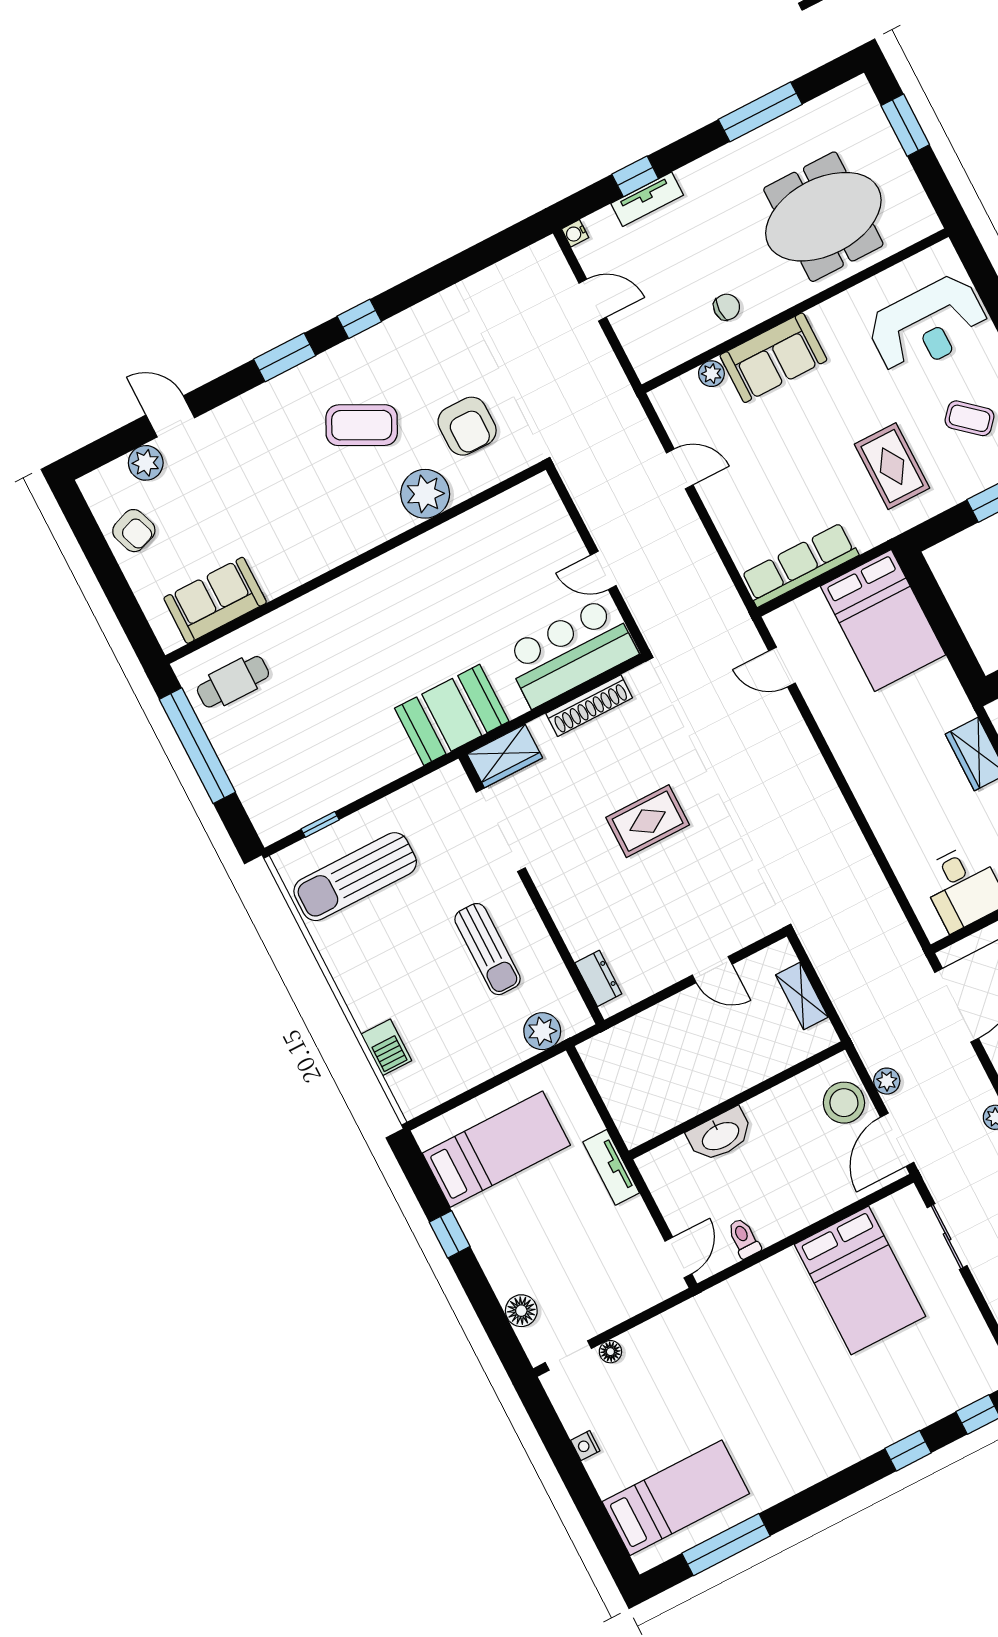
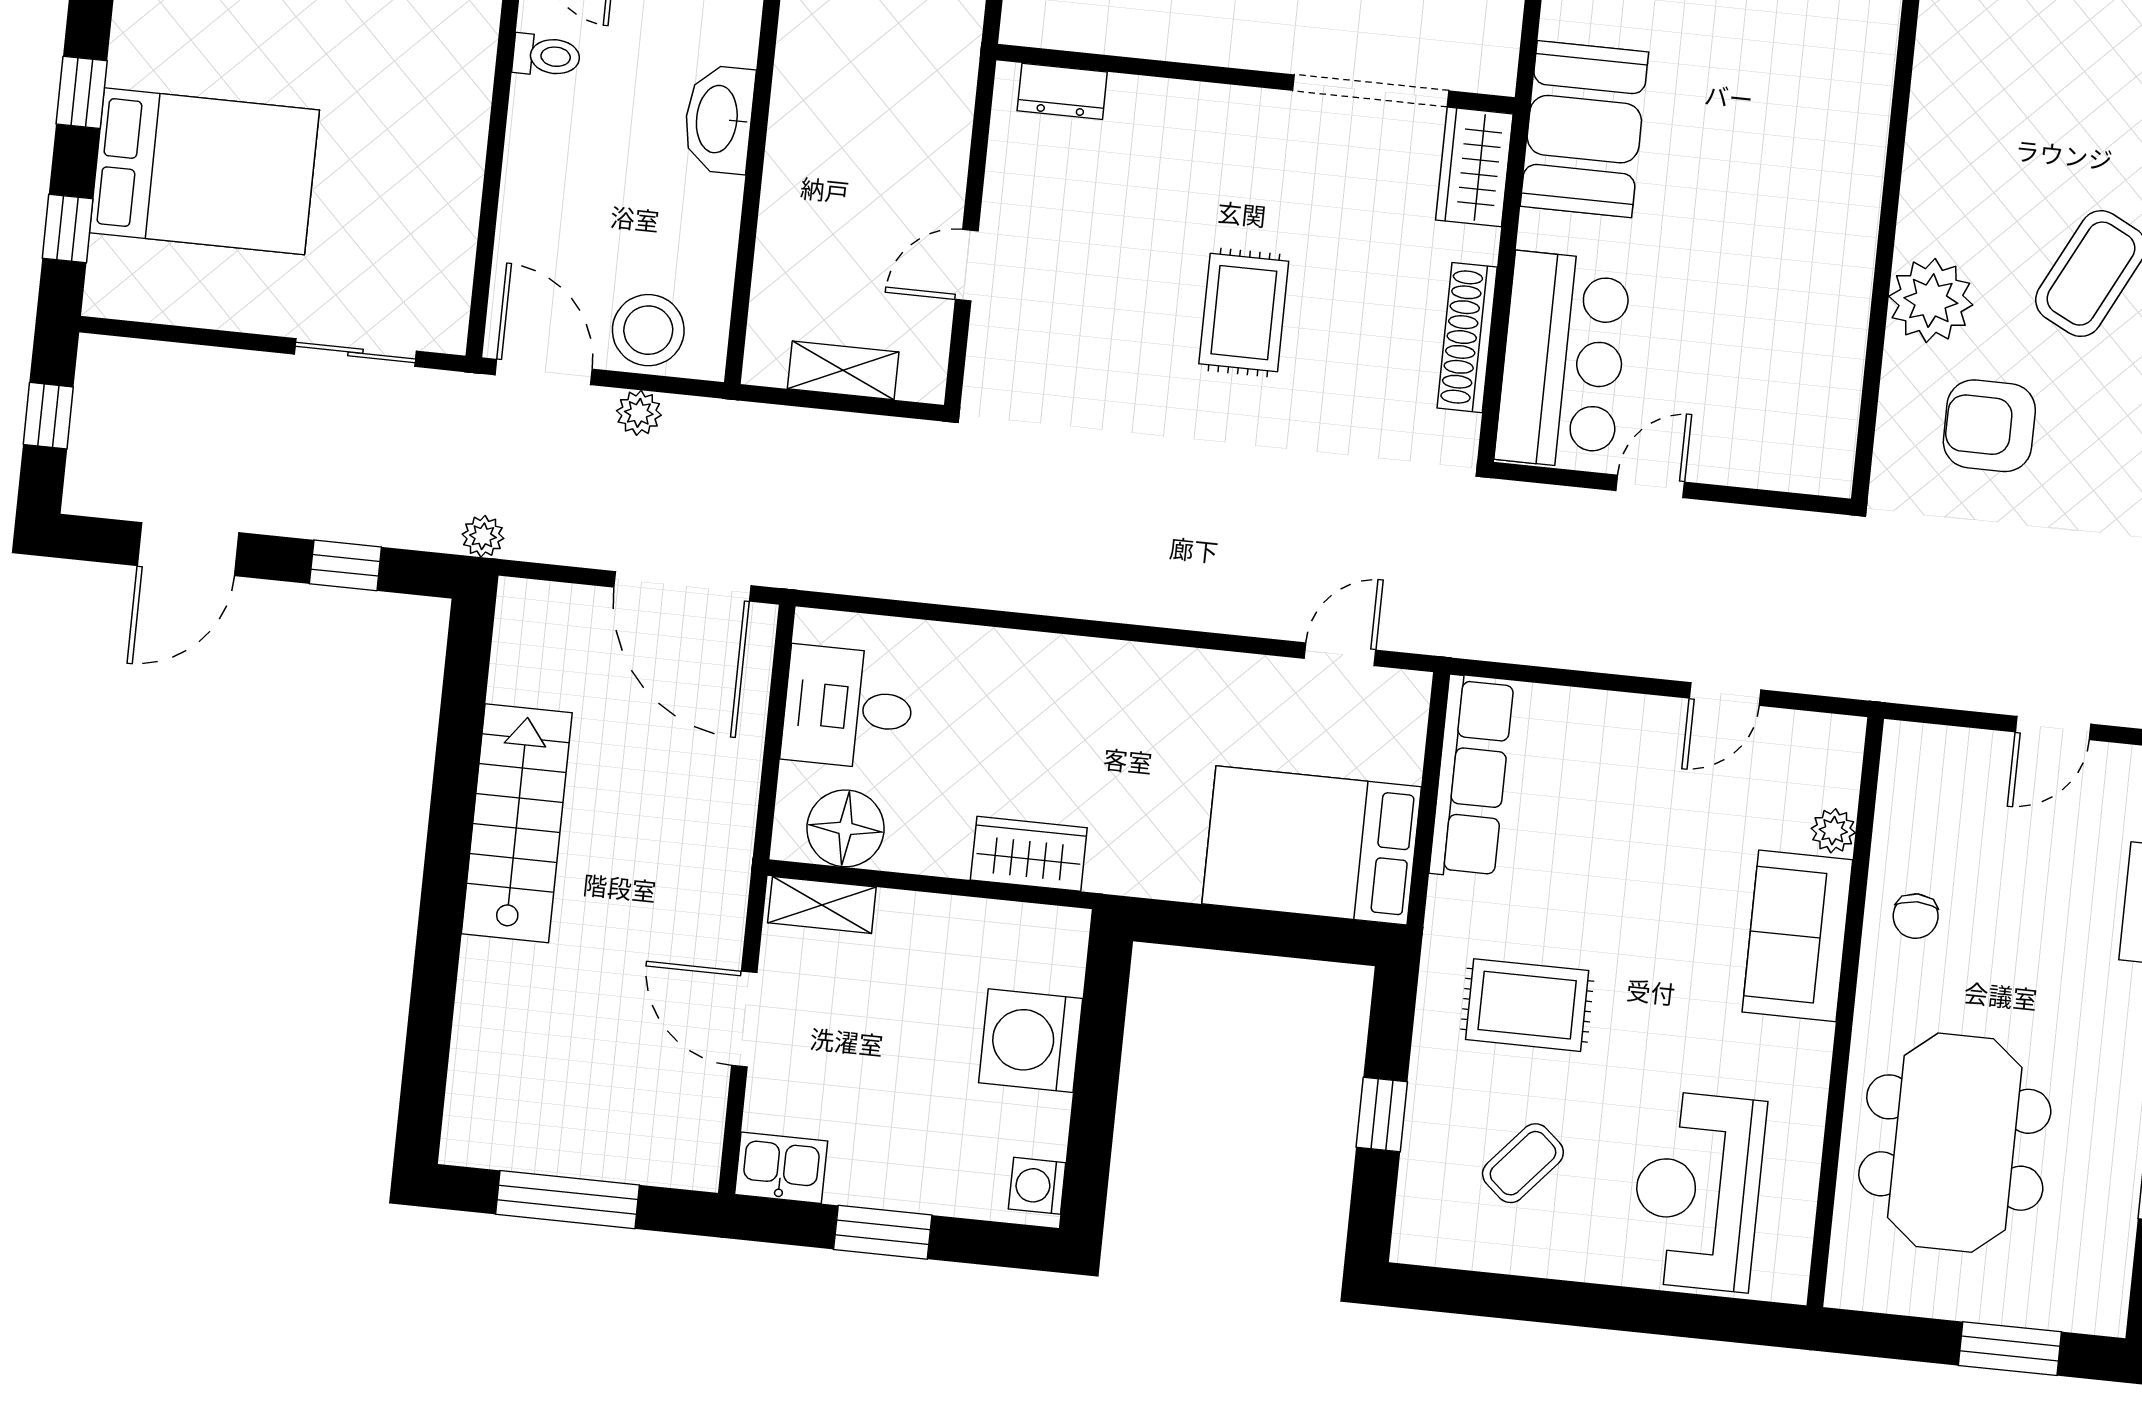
bed: (860, 1280) -> (204, 171), moved, turned 180

